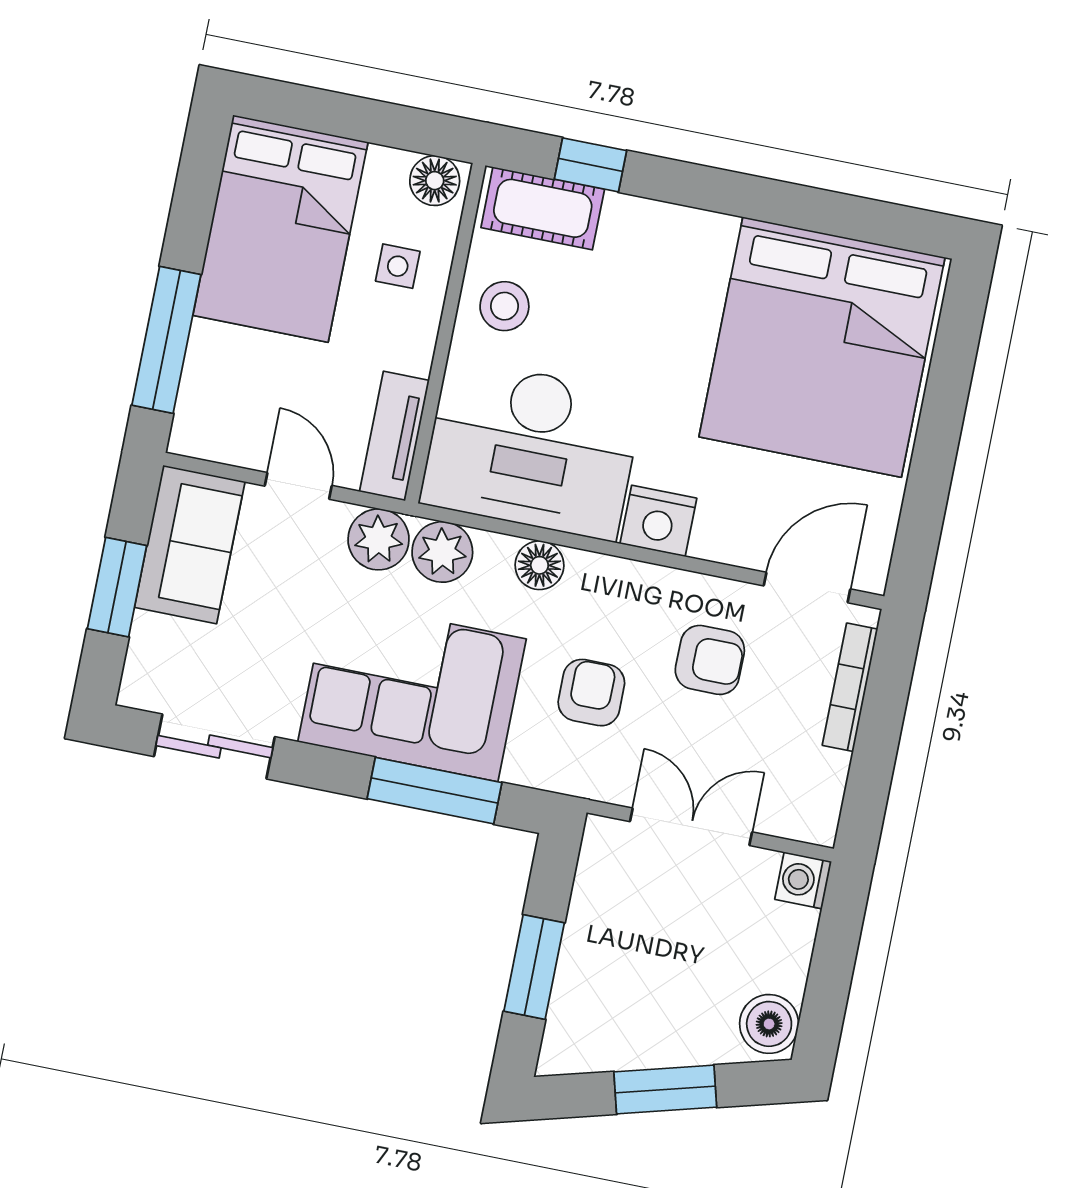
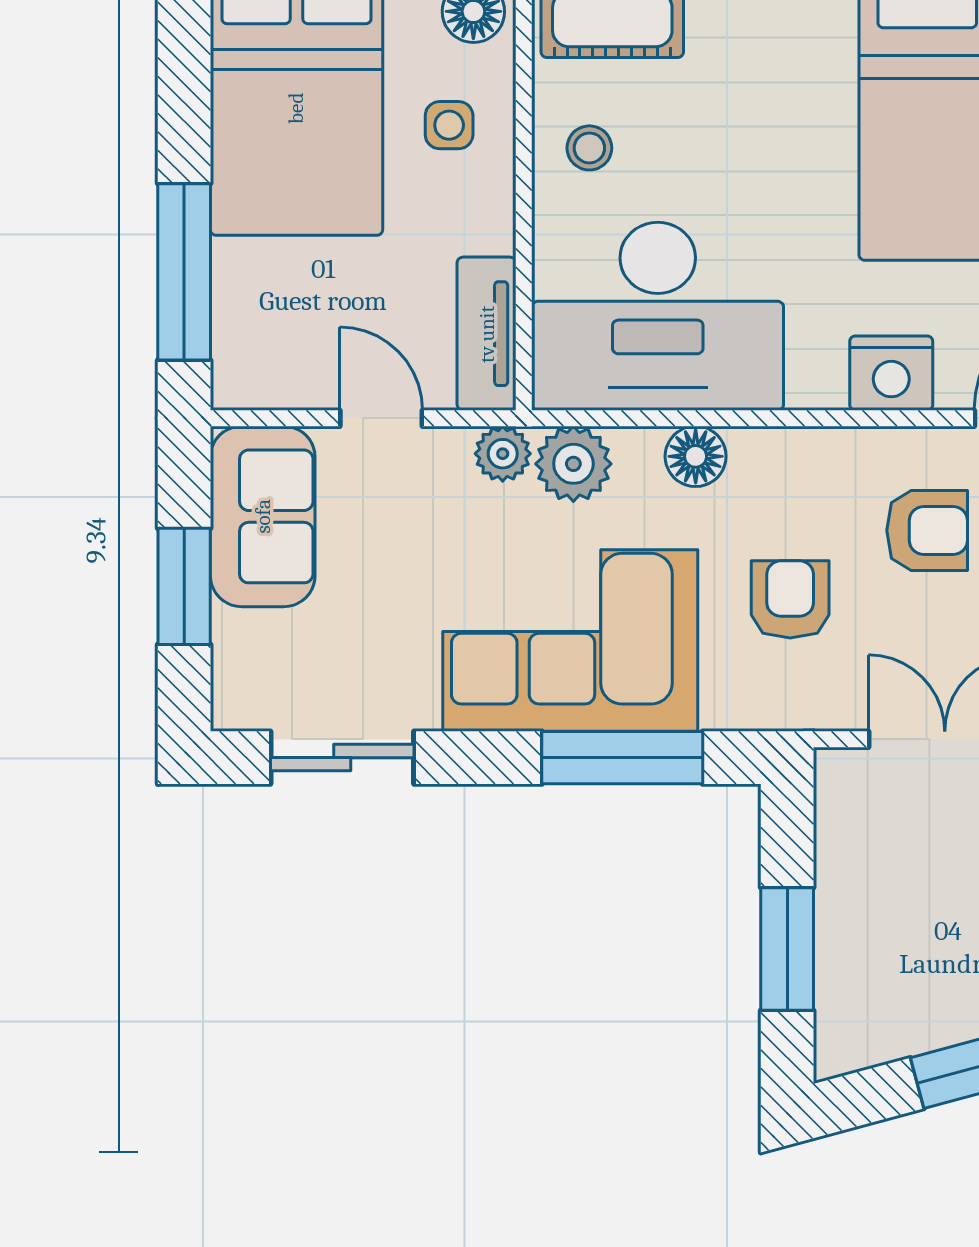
stool: (504, 306) -> (589, 148), width x0.73, depth x0.73
nightstand: (658, 521) -> (891, 373), moved
plant: (378, 539) -> (503, 454), width x0.73, depth x0.73

